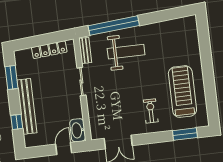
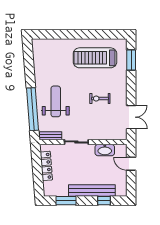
exercise bike: (151, 111) -> (100, 99), moved
washbasin: (78, 130) -> (105, 150), moved

